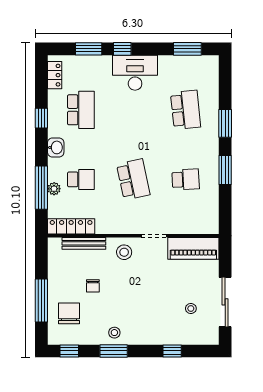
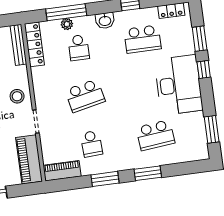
desk: (135, 73) -> (179, 85), width x1.36, depth x1.30
piano: (210, 215) -> (62, 171), added
bench: (84, 243) -> (18, 45), moved

